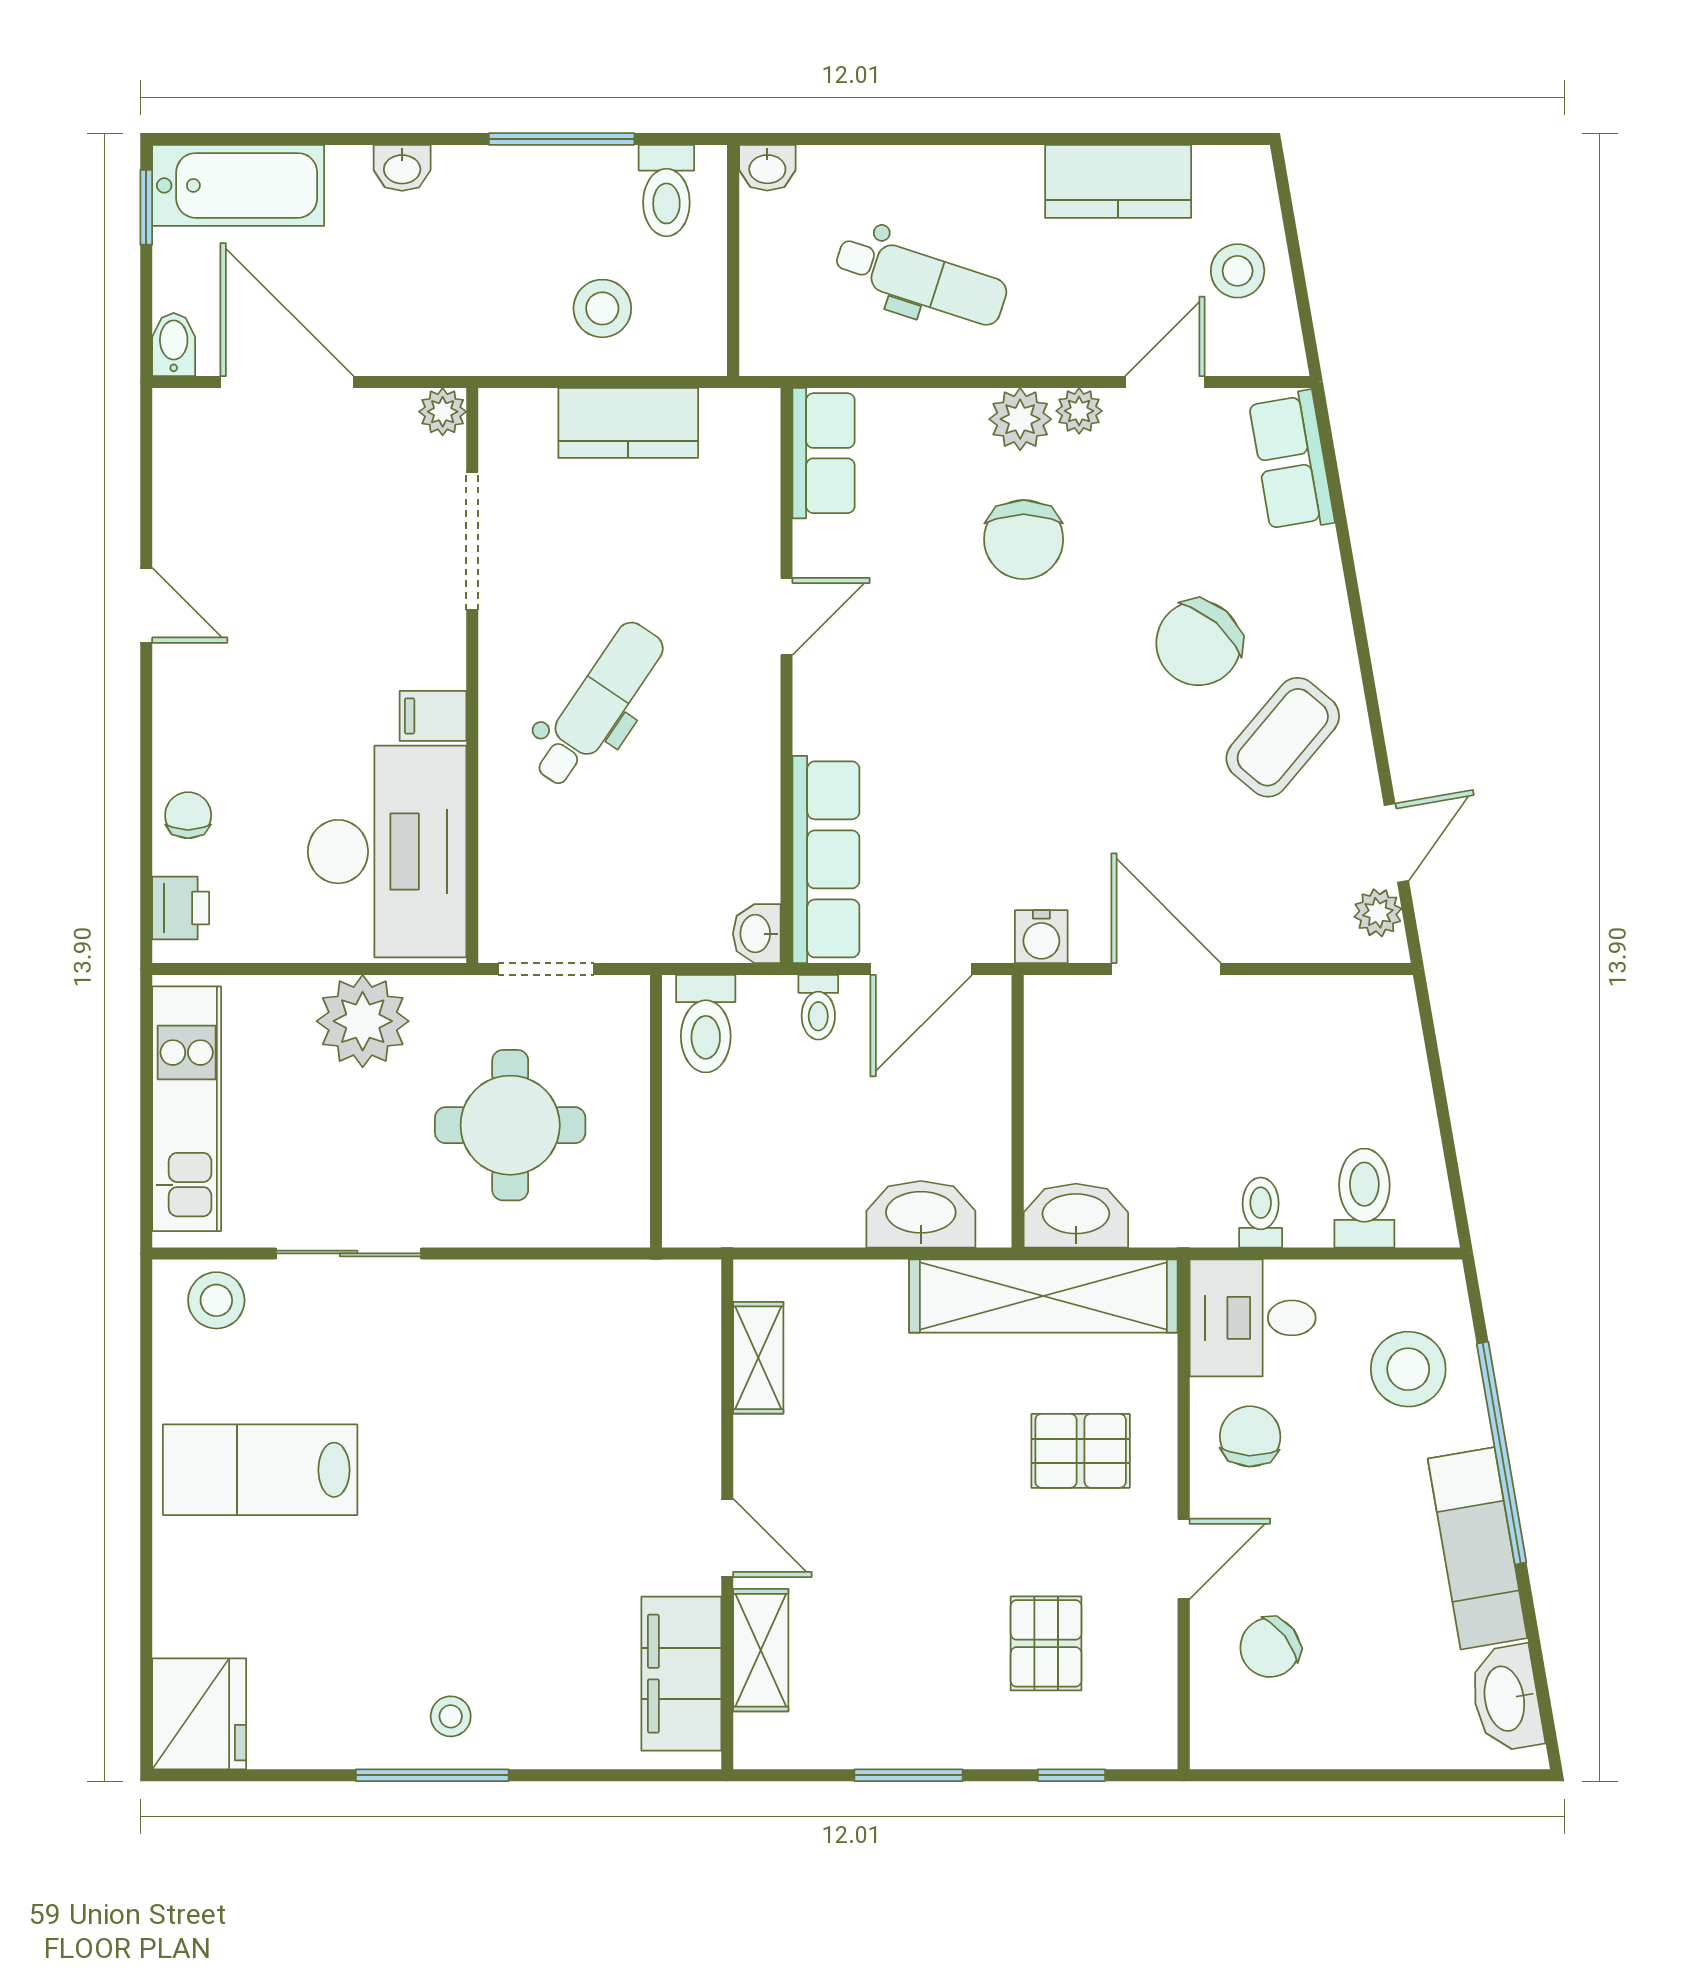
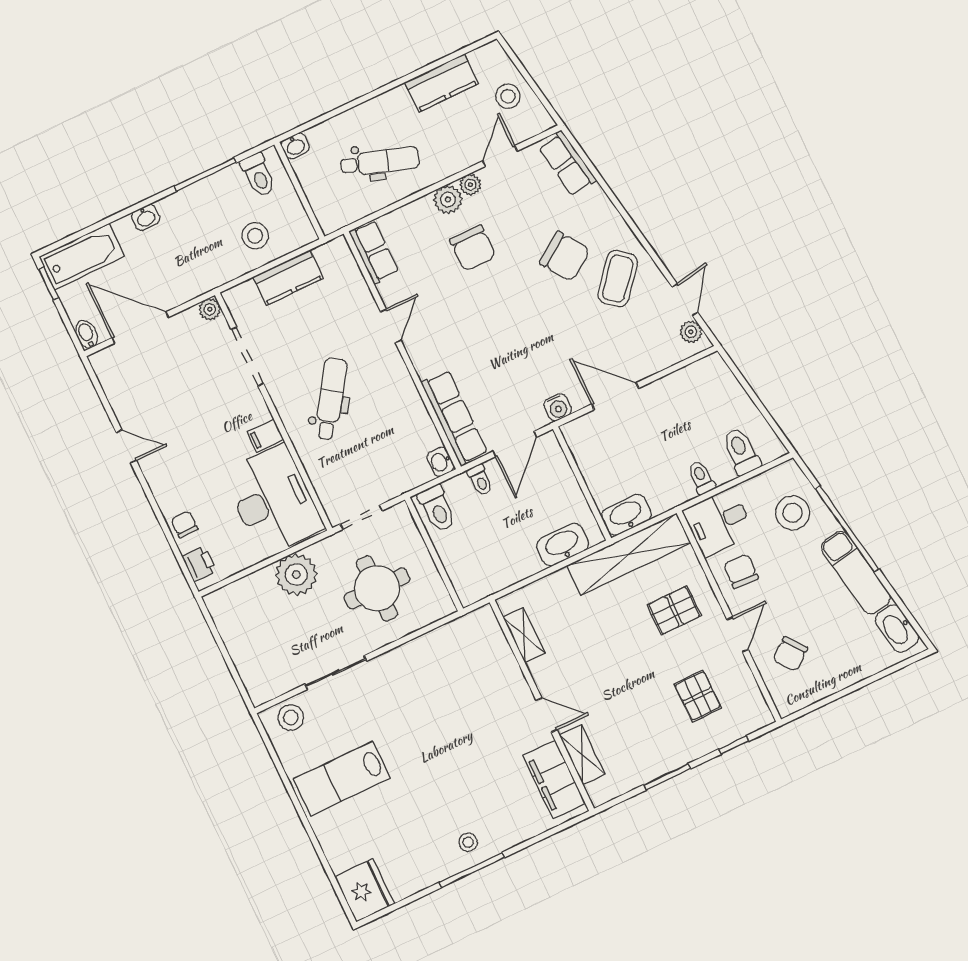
chair: (1199, 643) -> (565, 256), turned -76
kitchen unit: (187, 1109) -> (241, 645), removed

